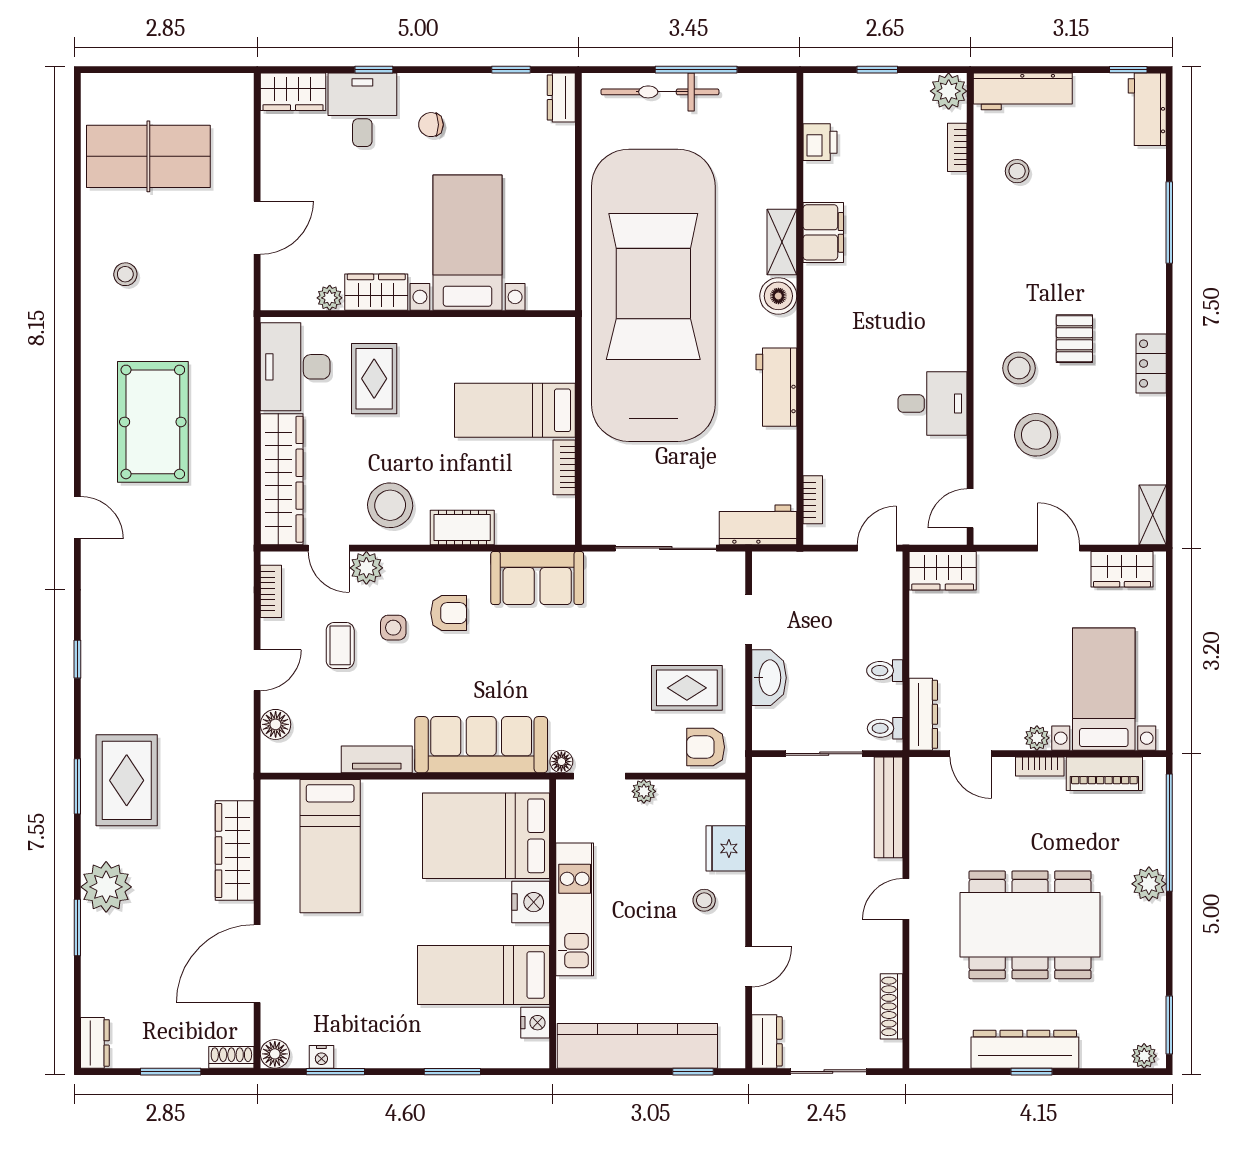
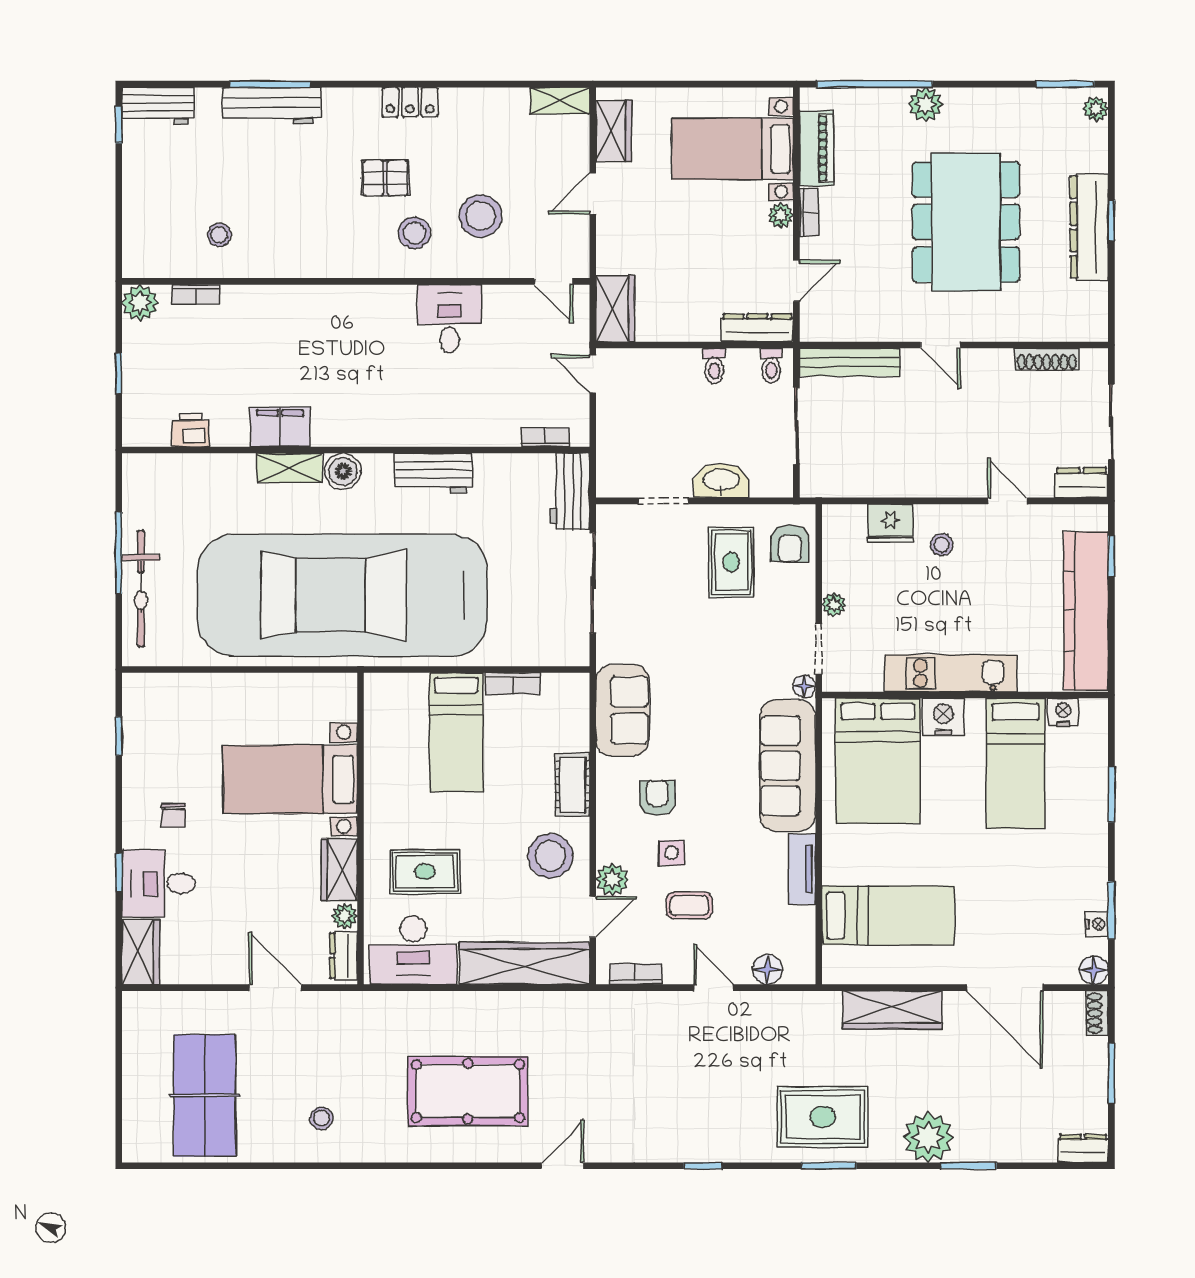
workbench: (1023, 91) -> (272, 106), moved, turned 90
dresser: (561, 97) -> (344, 956), moved, turned 90

